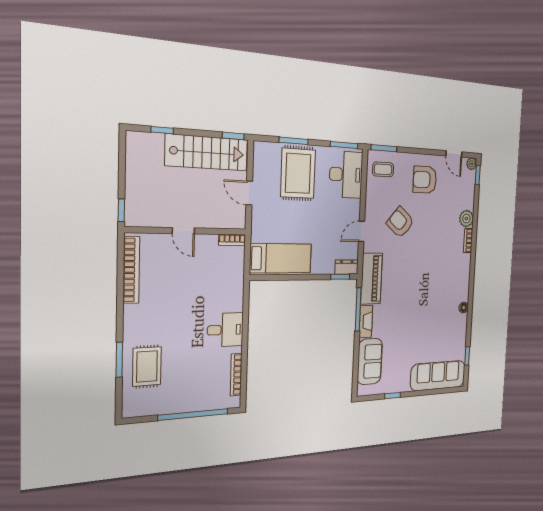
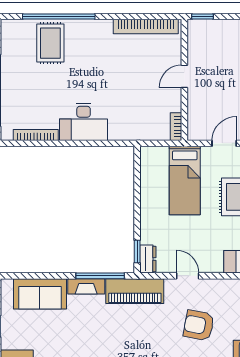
armchair: (400, 222) -> (199, 325), turned -119
bed: (281, 258) -> (185, 181), moved
desk: (225, 330) -> (84, 122), width x1.37
window: (119, 360) -> (59, 17), width x2.11
rug: (147, 366) -> (50, 43), turned 90

